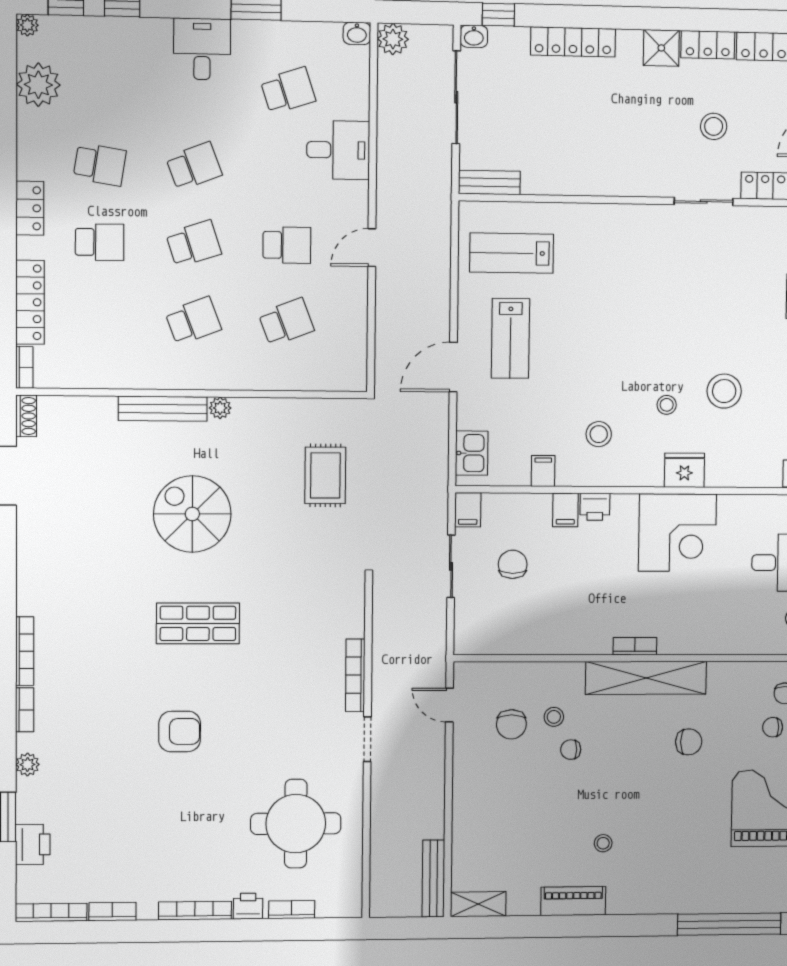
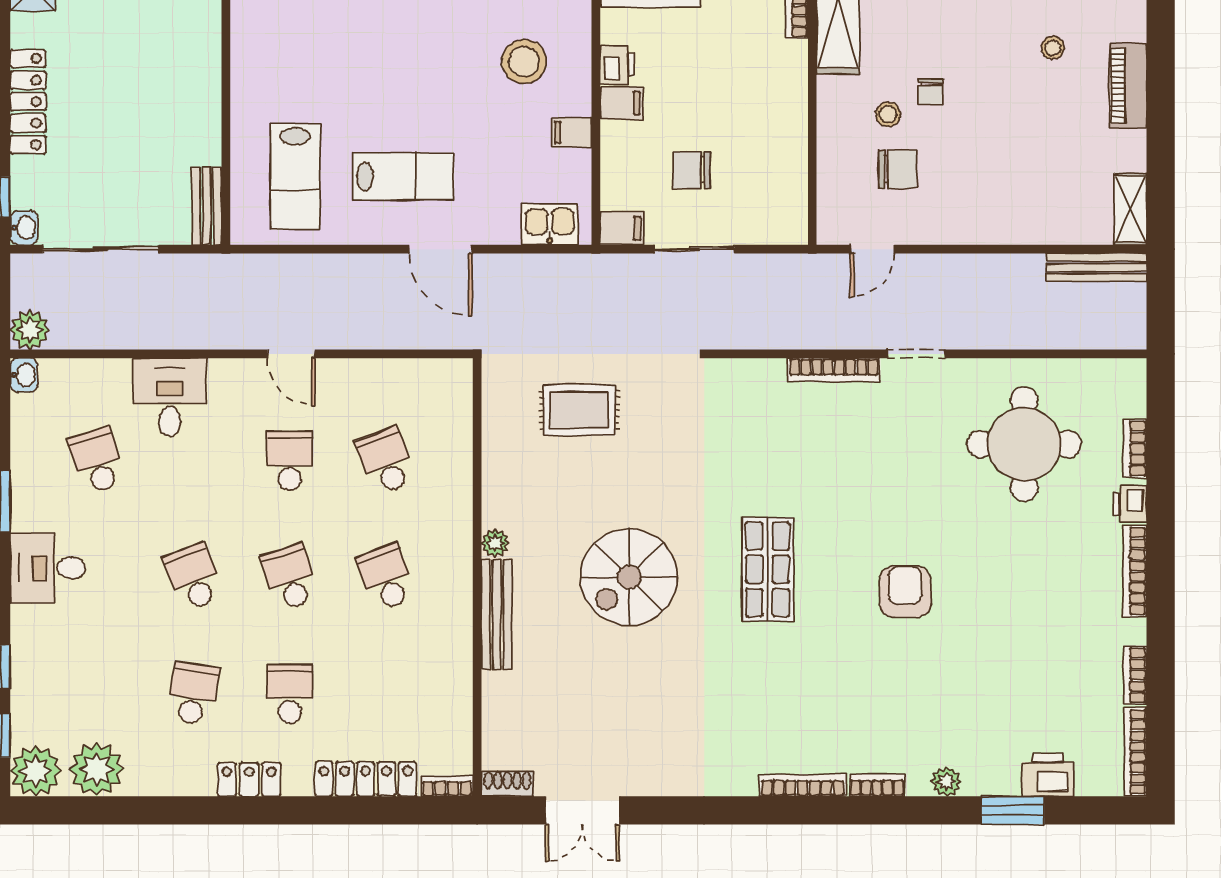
plant: (27, 25) -> (36, 771), width x1.87, depth x1.87
stool: (599, 434) -> (524, 61), width x1.38, depth x1.38

